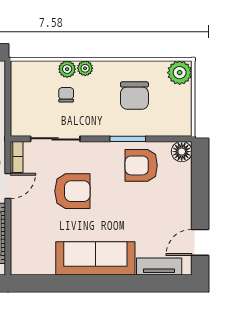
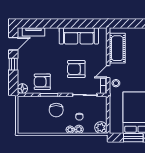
plant: (180, 73) -> (101, 128), moved
chair: (134, 96) -> (56, 110), moved, turned 180
armchair: (141, 165) -> (42, 82), turned 180
window: (200, 201) -> (13, 64), added
sofa: (95, 258) -> (79, 36), moved

